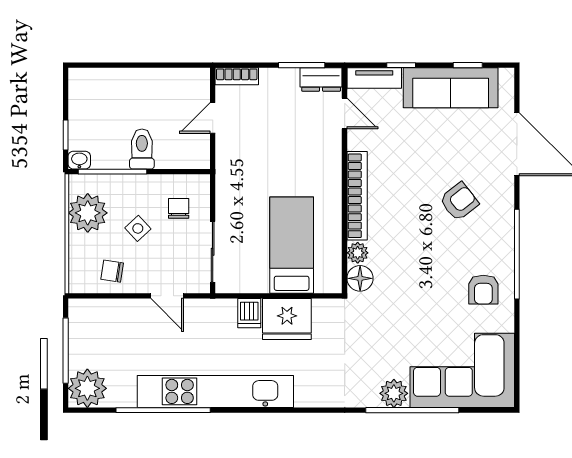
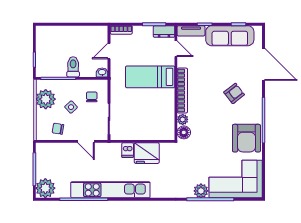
washbasin: (79, 160) -> (102, 72), moved
bed: (292, 245) -> (150, 77), moved, turned -90
armchair: (483, 290) -> (246, 138), width x1.88, depth x1.88

